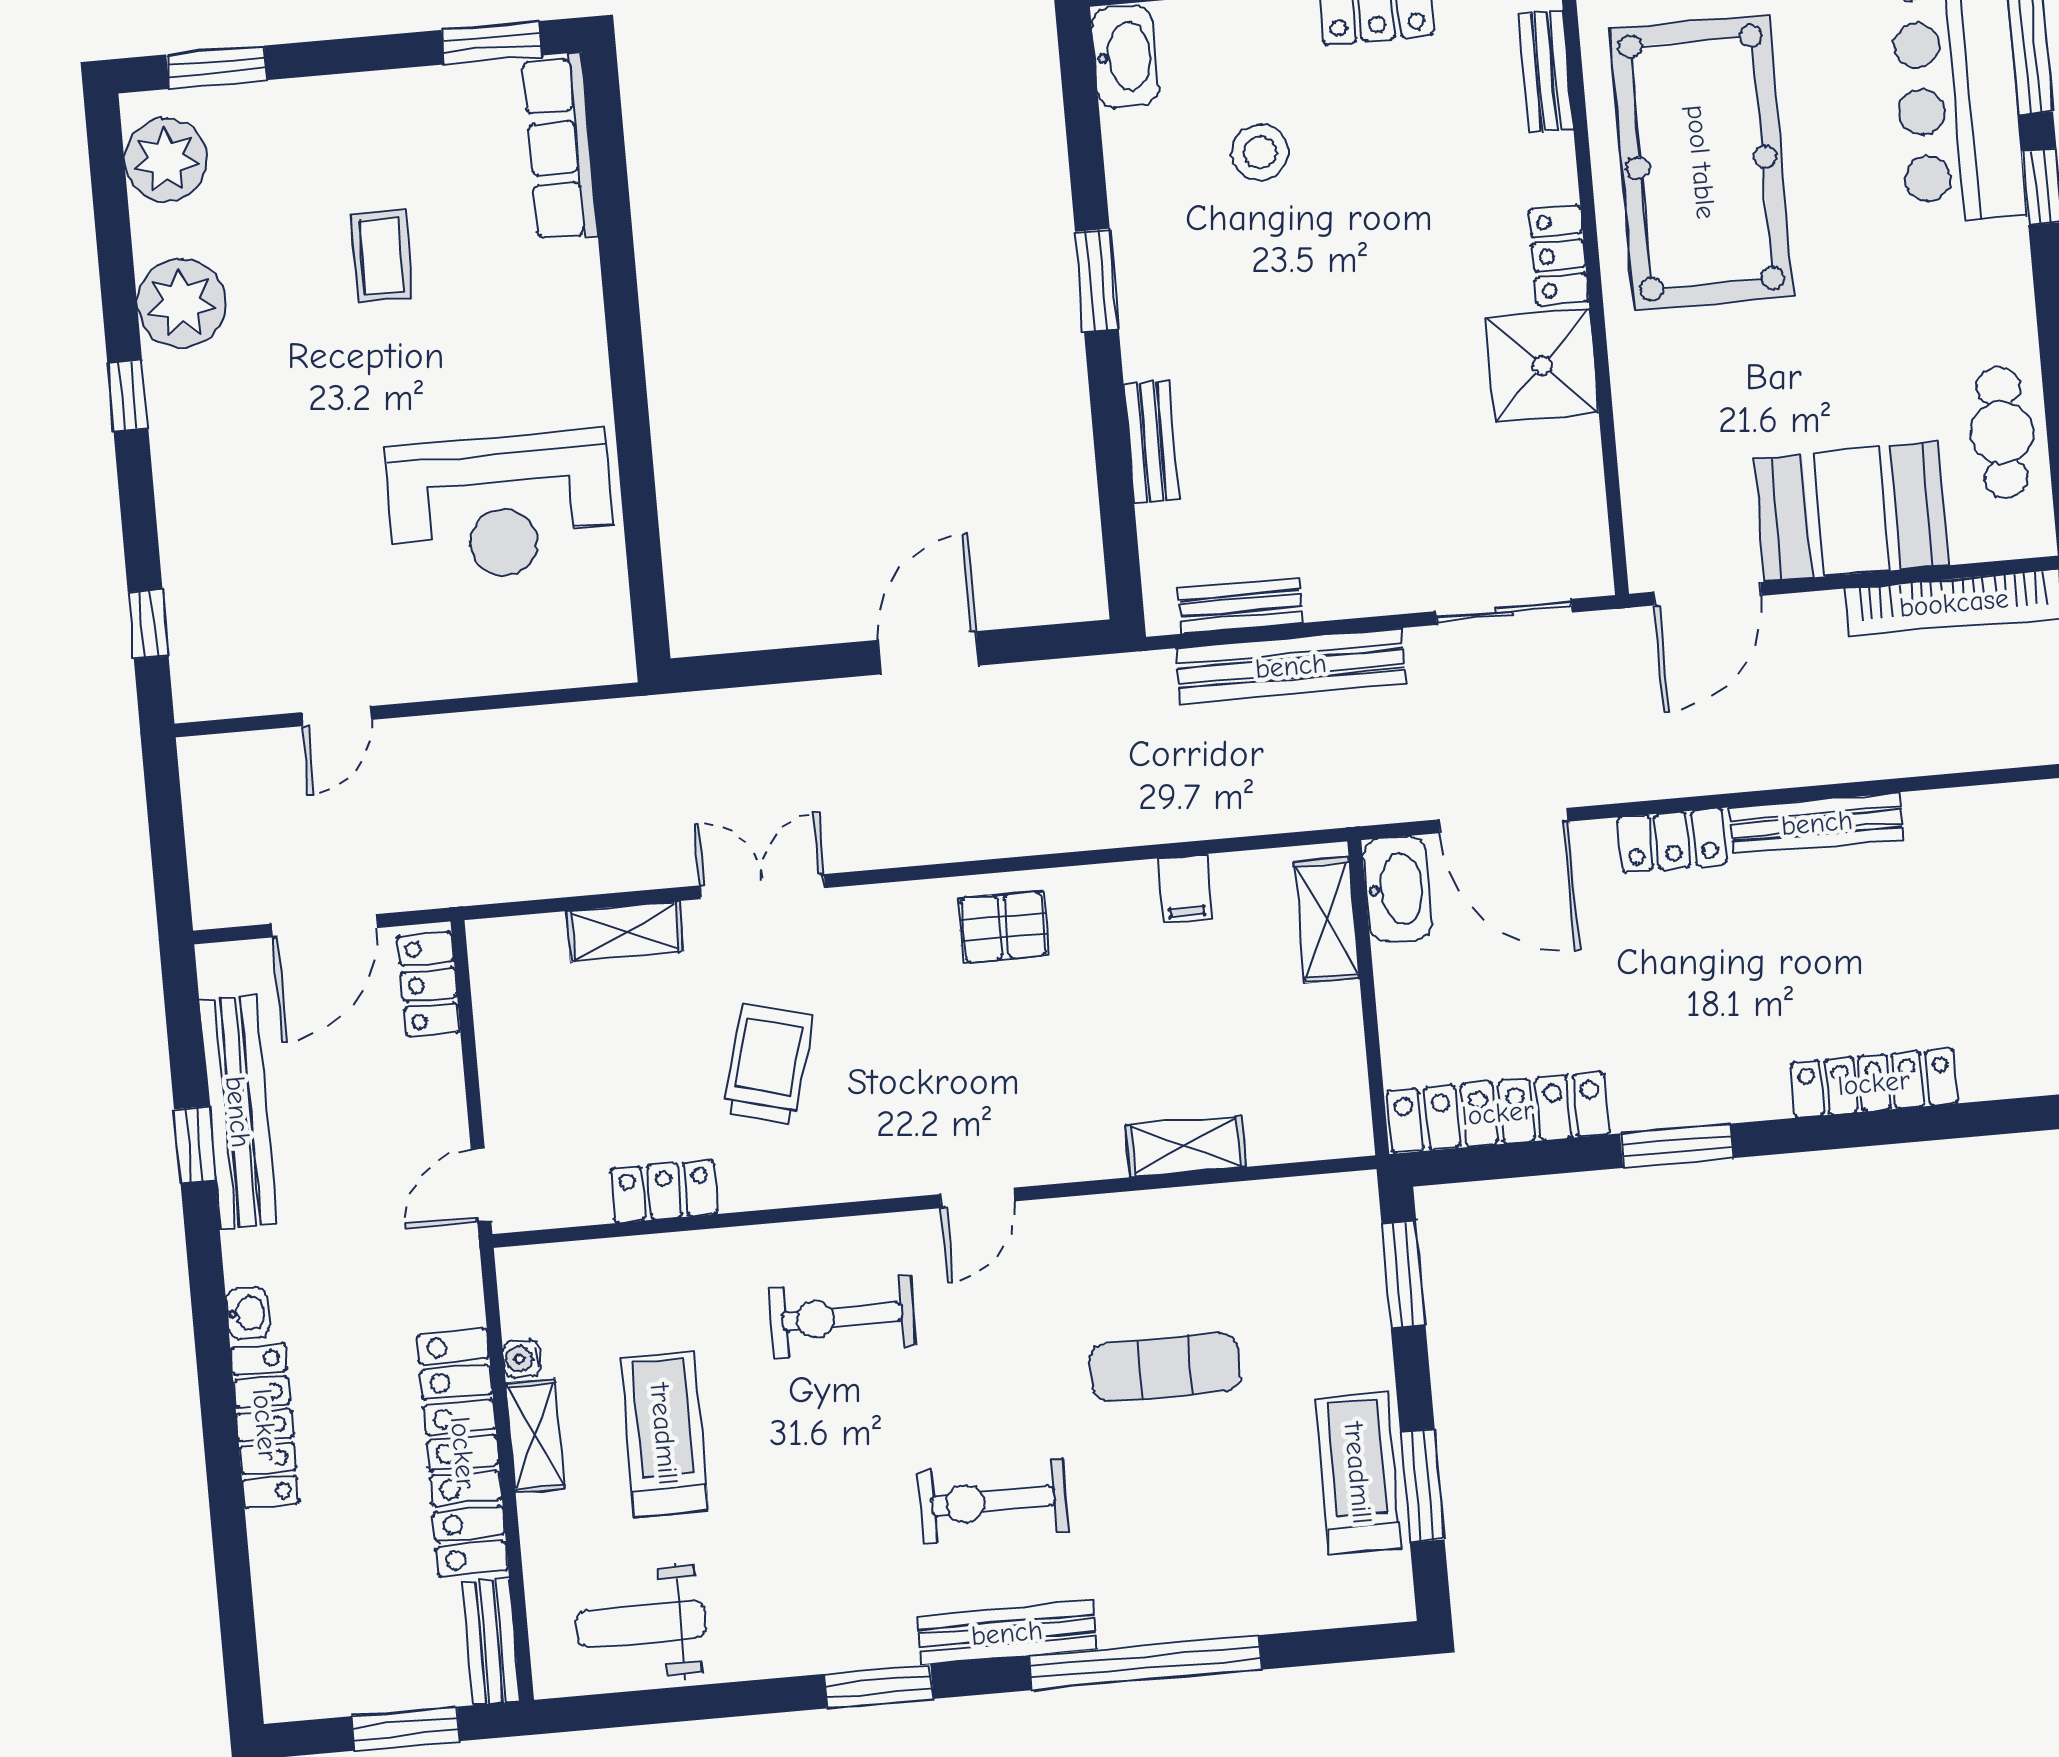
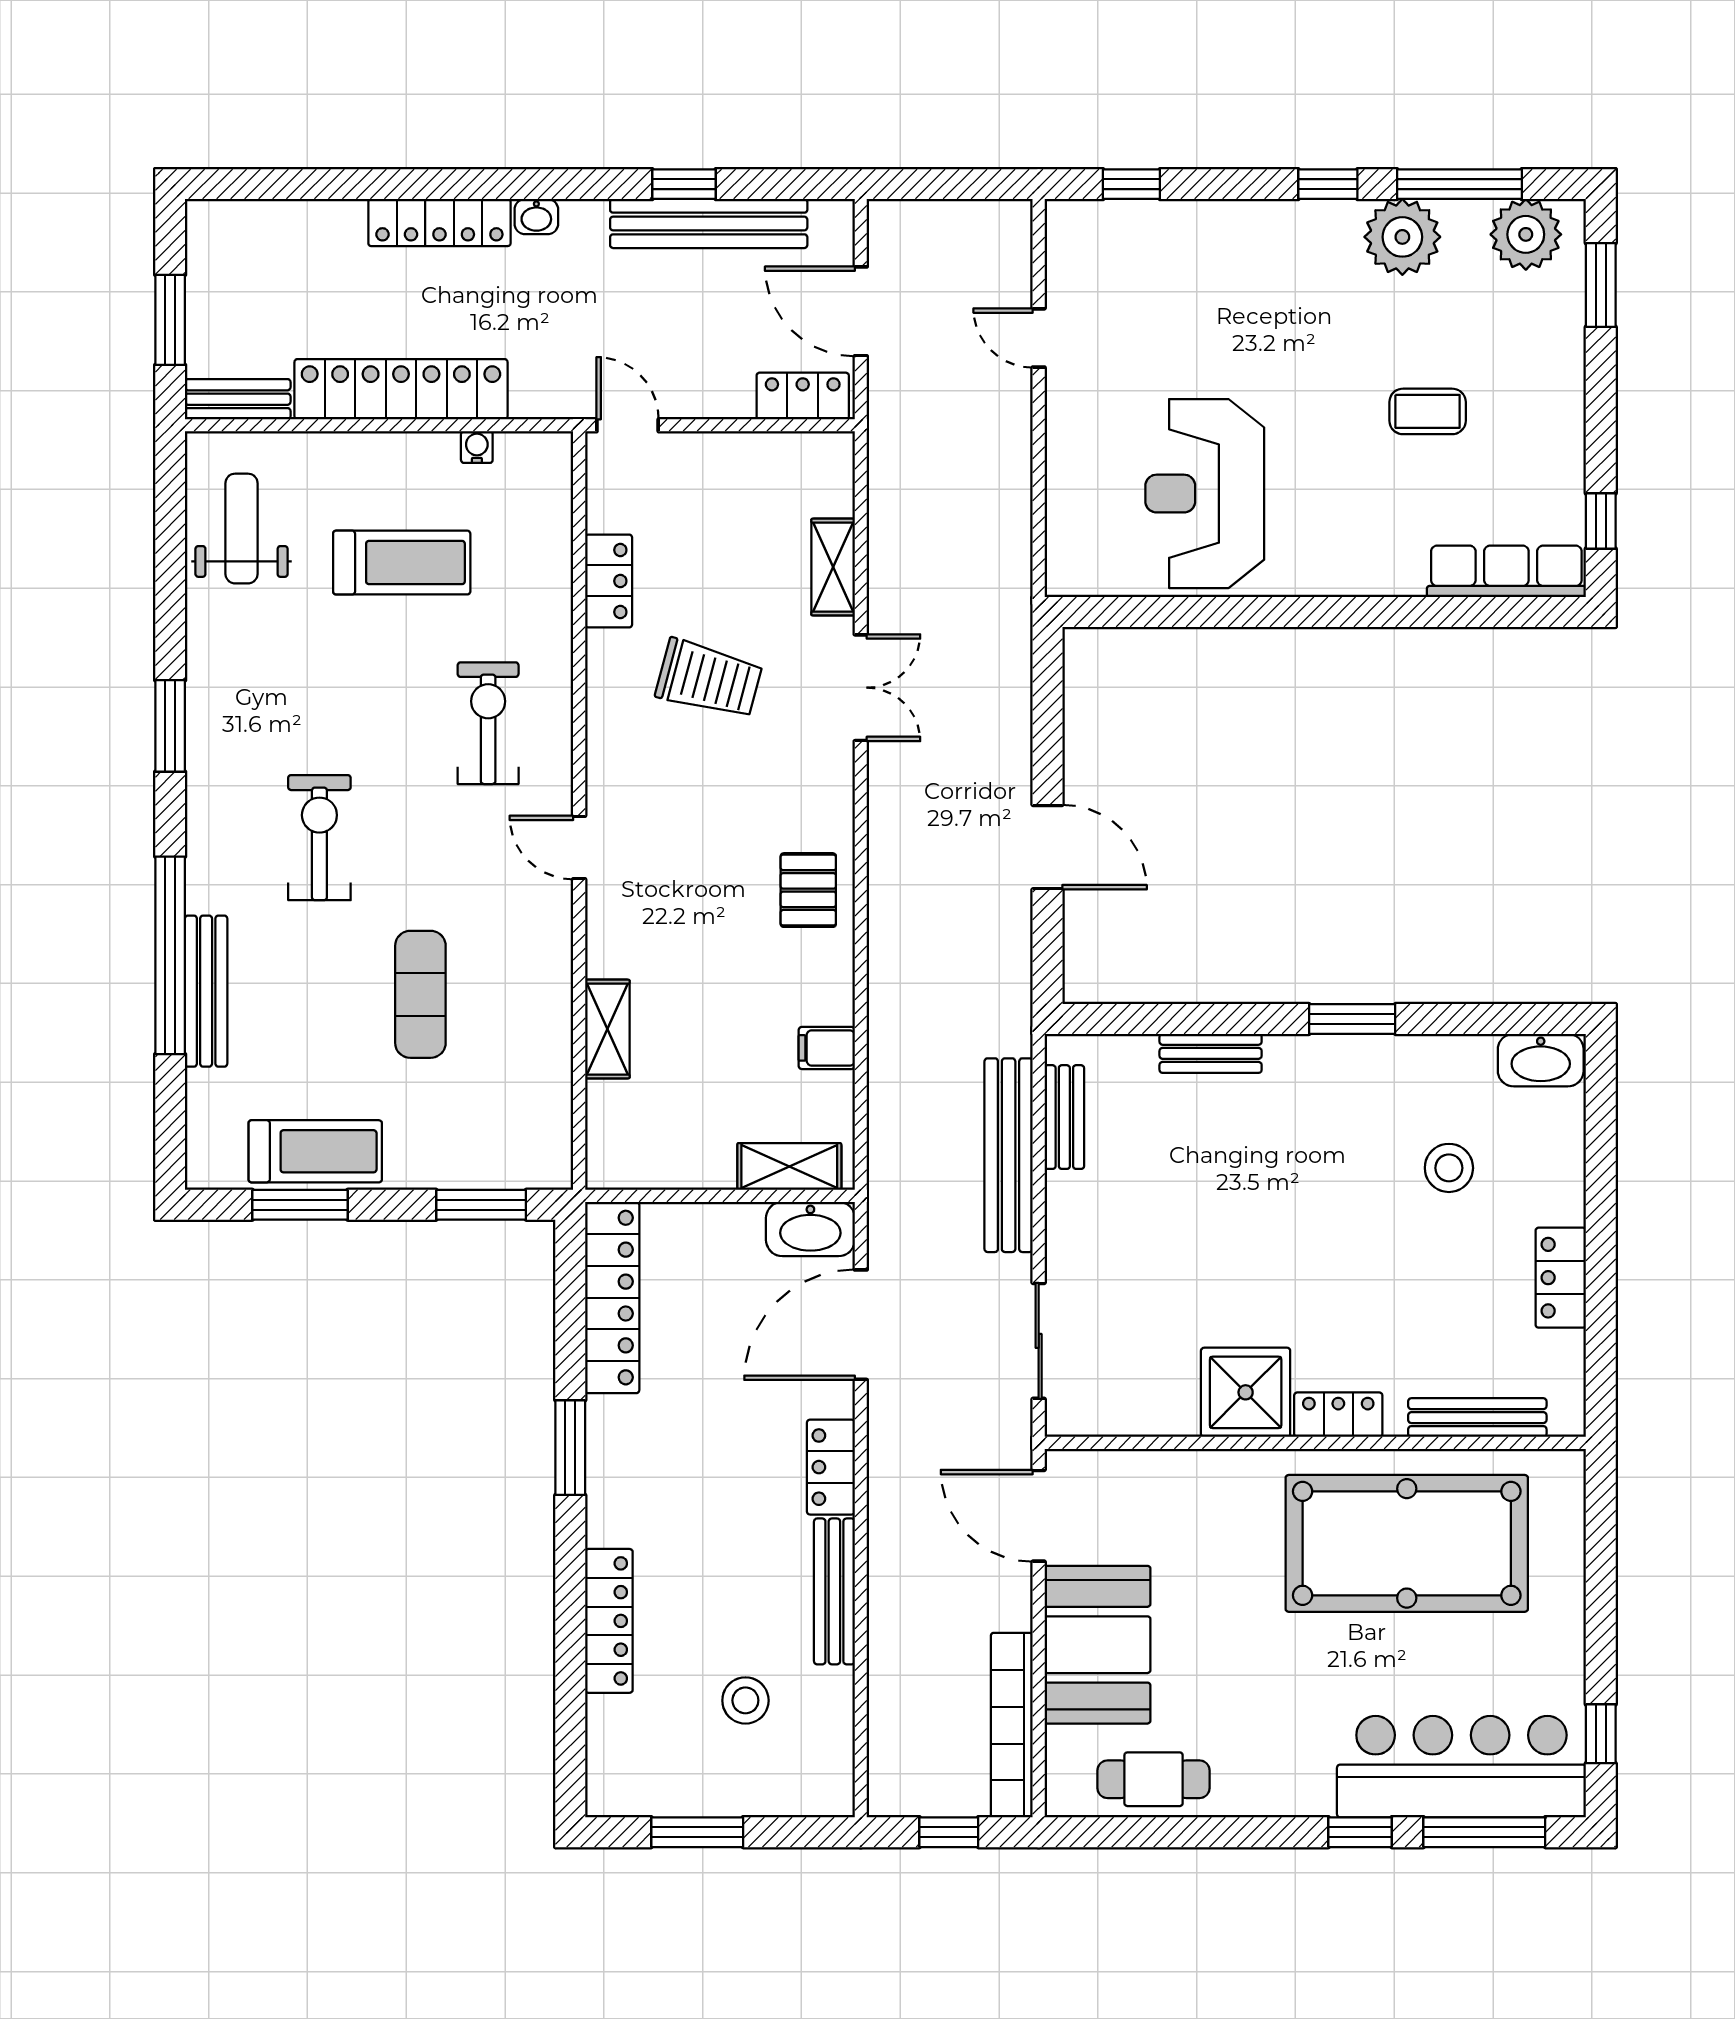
window: (491, 43) -> (1601, 521), width x0.67
bench: (1546, 72) -> (1477, 1418), width x1.36
window: (114, 242) -> (1459, 184), added
stool: (1953, 916) -> (745, 1700), added
shelving: (535, 1436) -> (410, 452), removed
bench: (1007, 1633) -> (206, 991), moved

